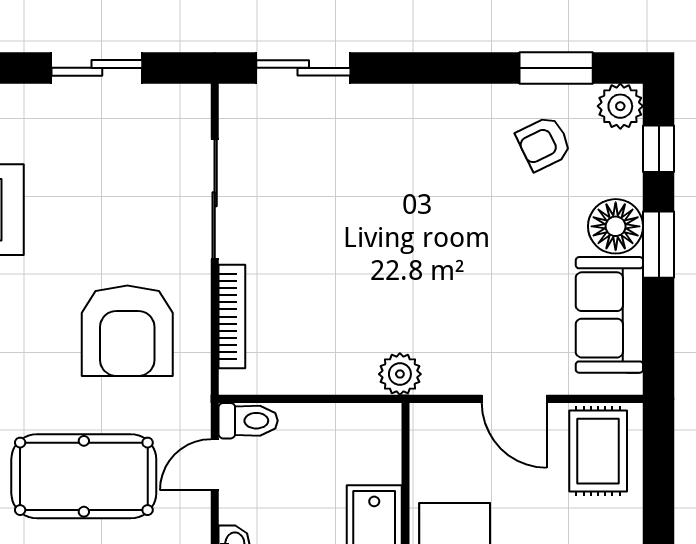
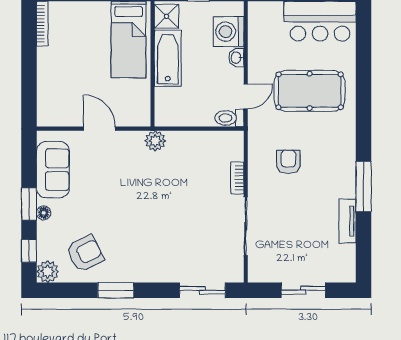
window: (556, 68) -> (116, 290), moved
armchair: (544, 143) -> (85, 253), width x1.38, depth x1.38
floor lamp: (616, 226) -> (44, 213), width x0.53, depth x0.53
bookcase: (232, 317) -> (237, 178), width x0.64
armchair: (127, 331) -> (288, 162), width x0.53, depth x0.53
rug: (598, 451) -> (58, 103), removed

